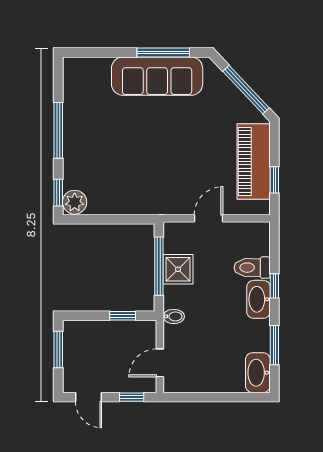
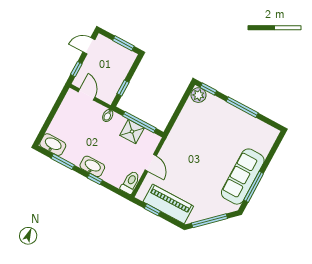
toilet: (252, 268) -> (130, 182), moved

